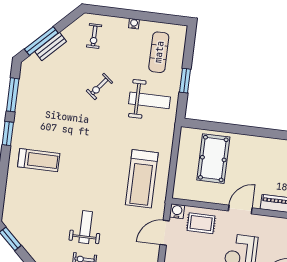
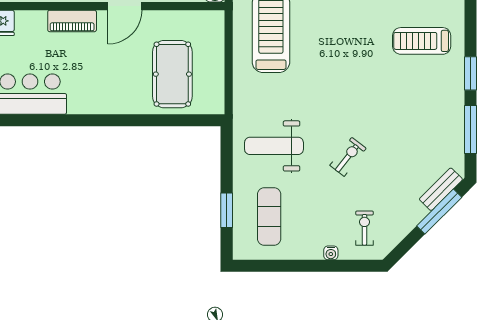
water cooler: (134, 24) -> (331, 253), moved
bench: (51, 46) -> (441, 189), moved
window: (185, 81) -> (227, 210), moved

